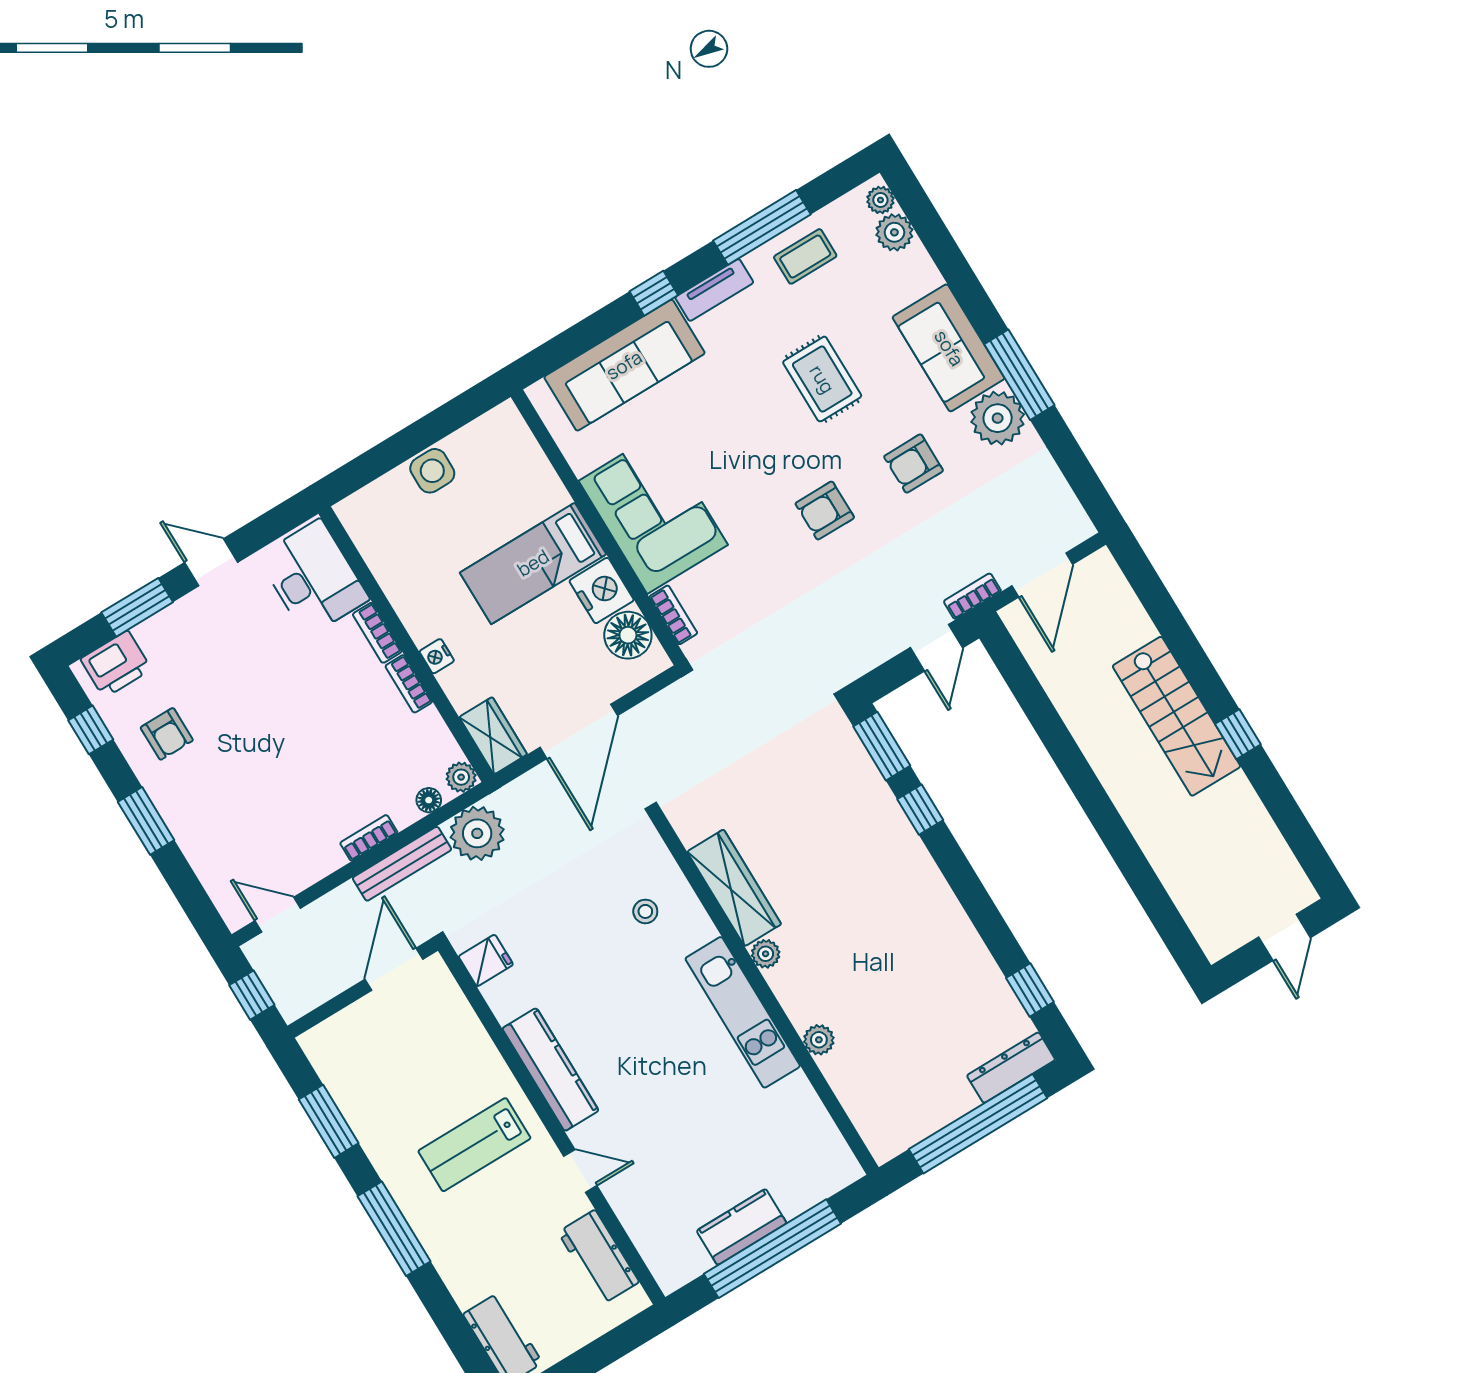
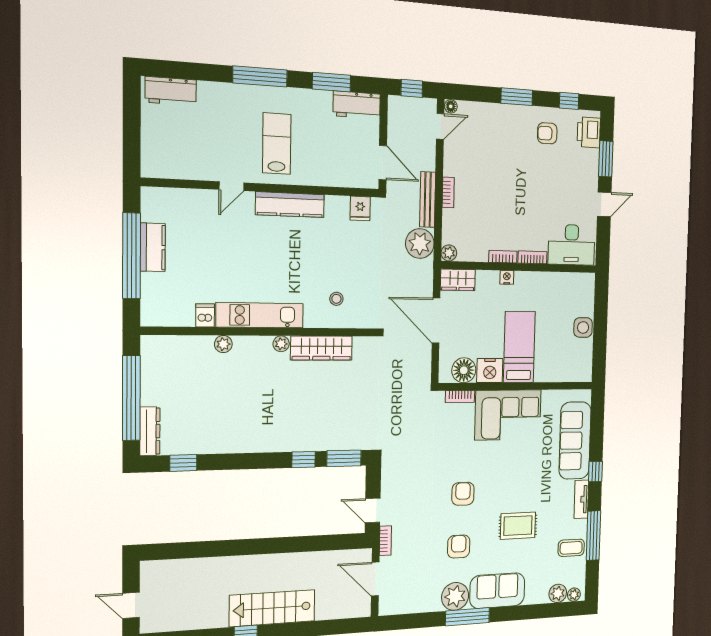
coffee table: (805, 256) -> (571, 548), turned 90
floor lamp: (429, 800) -> (451, 106), moved
dishwasher: (793, 1092) -> (205, 315), added
workbench: (598, 1257) -> (357, 105), moved, turned 180

